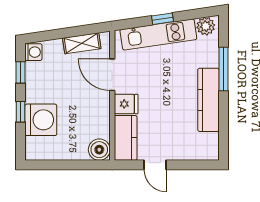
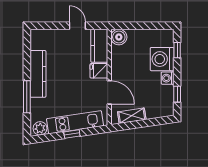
washing machine: (33, 52) -> (168, 78), moved
window: (21, 112) -> (177, 50), moved

